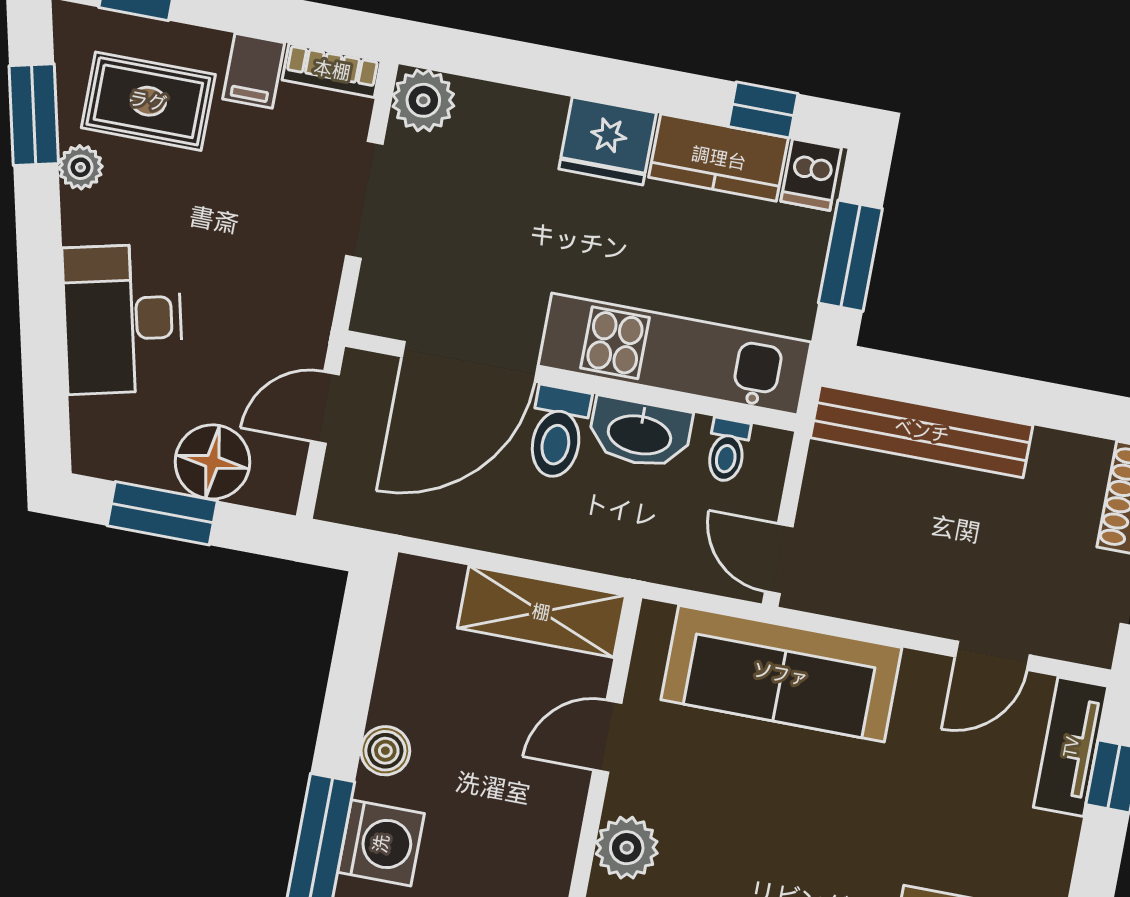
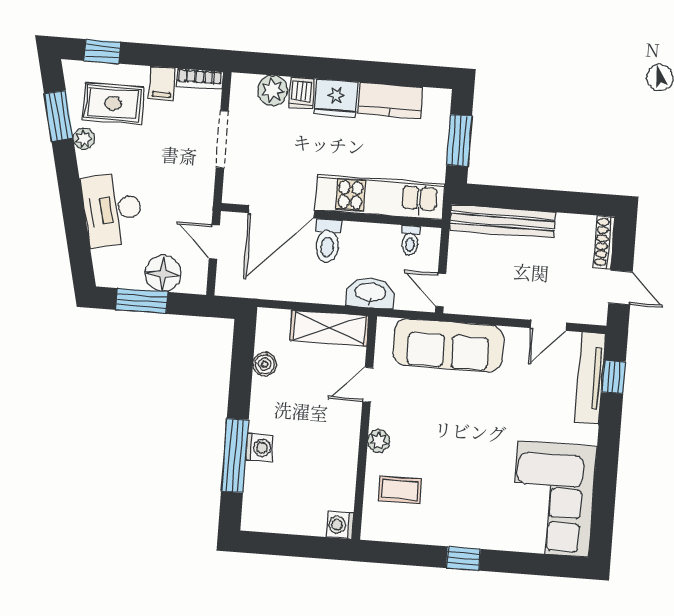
plant: (423, 100) -> (272, 90), moved
window: (763, 110) -> (409, 75), removed
dishwasher: (811, 175) -> (302, 93), moved
door: (325, 408) -> (214, 242), hinge flipped
washbasin: (640, 433) -> (370, 293), moved, turned 180
tv unit: (1071, 747) -> (590, 378), width x1.41
boiler: (385, 751) -> (265, 364), moved
washing machine: (381, 843) -> (260, 448), width x0.73, depth x0.73
plant: (627, 848) -> (379, 441), width x0.73, depth x0.73

